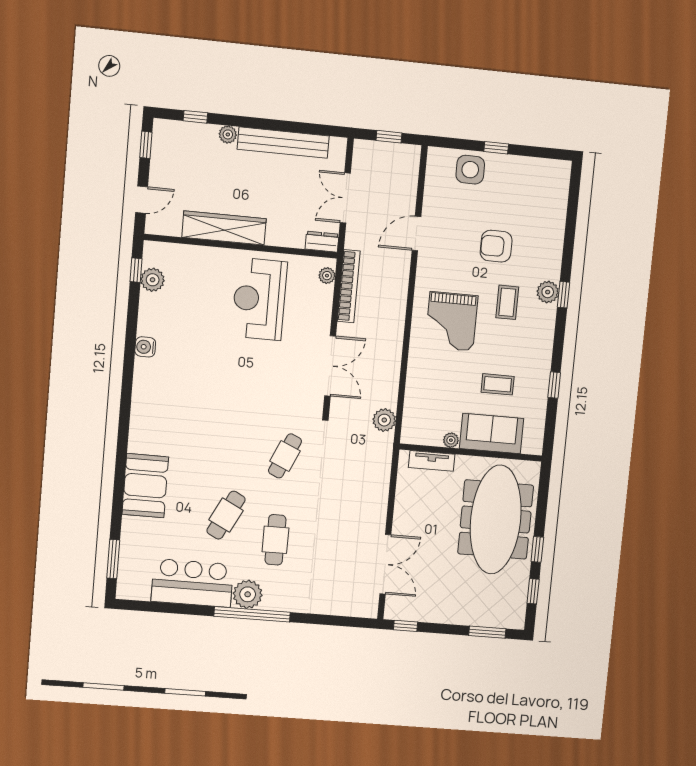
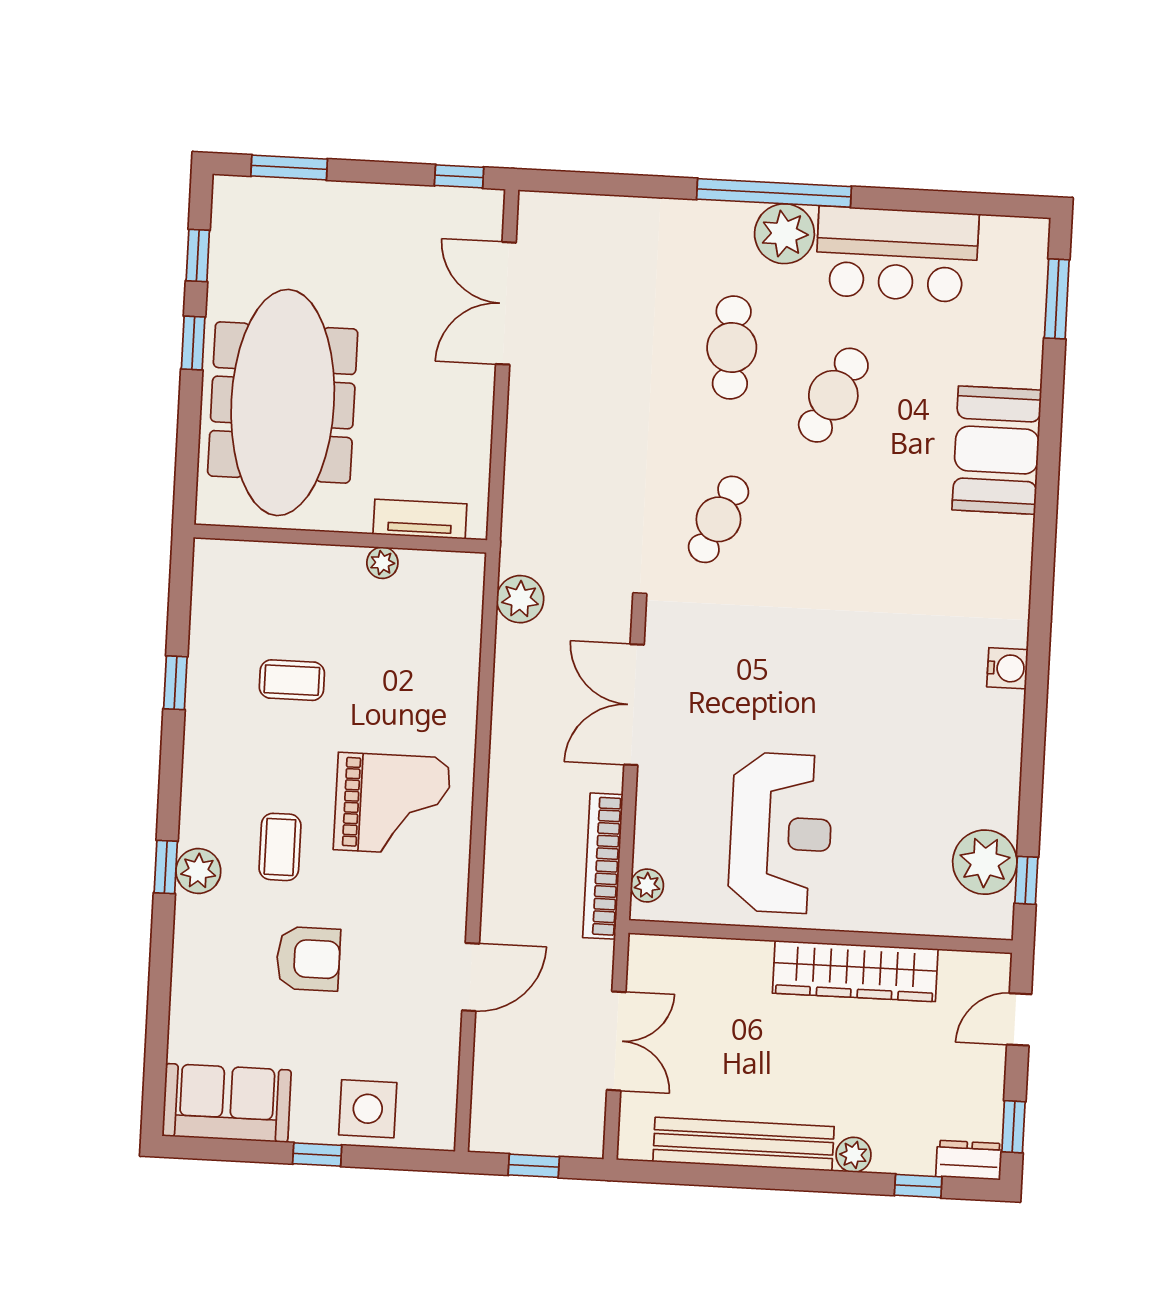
dresser: (322, 242) -> (969, 1160), moved, turned 180
plant: (153, 280) -> (985, 862), width x1.36, depth x1.36
grand piano: (451, 321) -> (392, 804), turned 90
water cooler: (145, 347) -> (1007, 668), moved
sofa: (492, 433) -> (227, 1103), moved, turned 180

